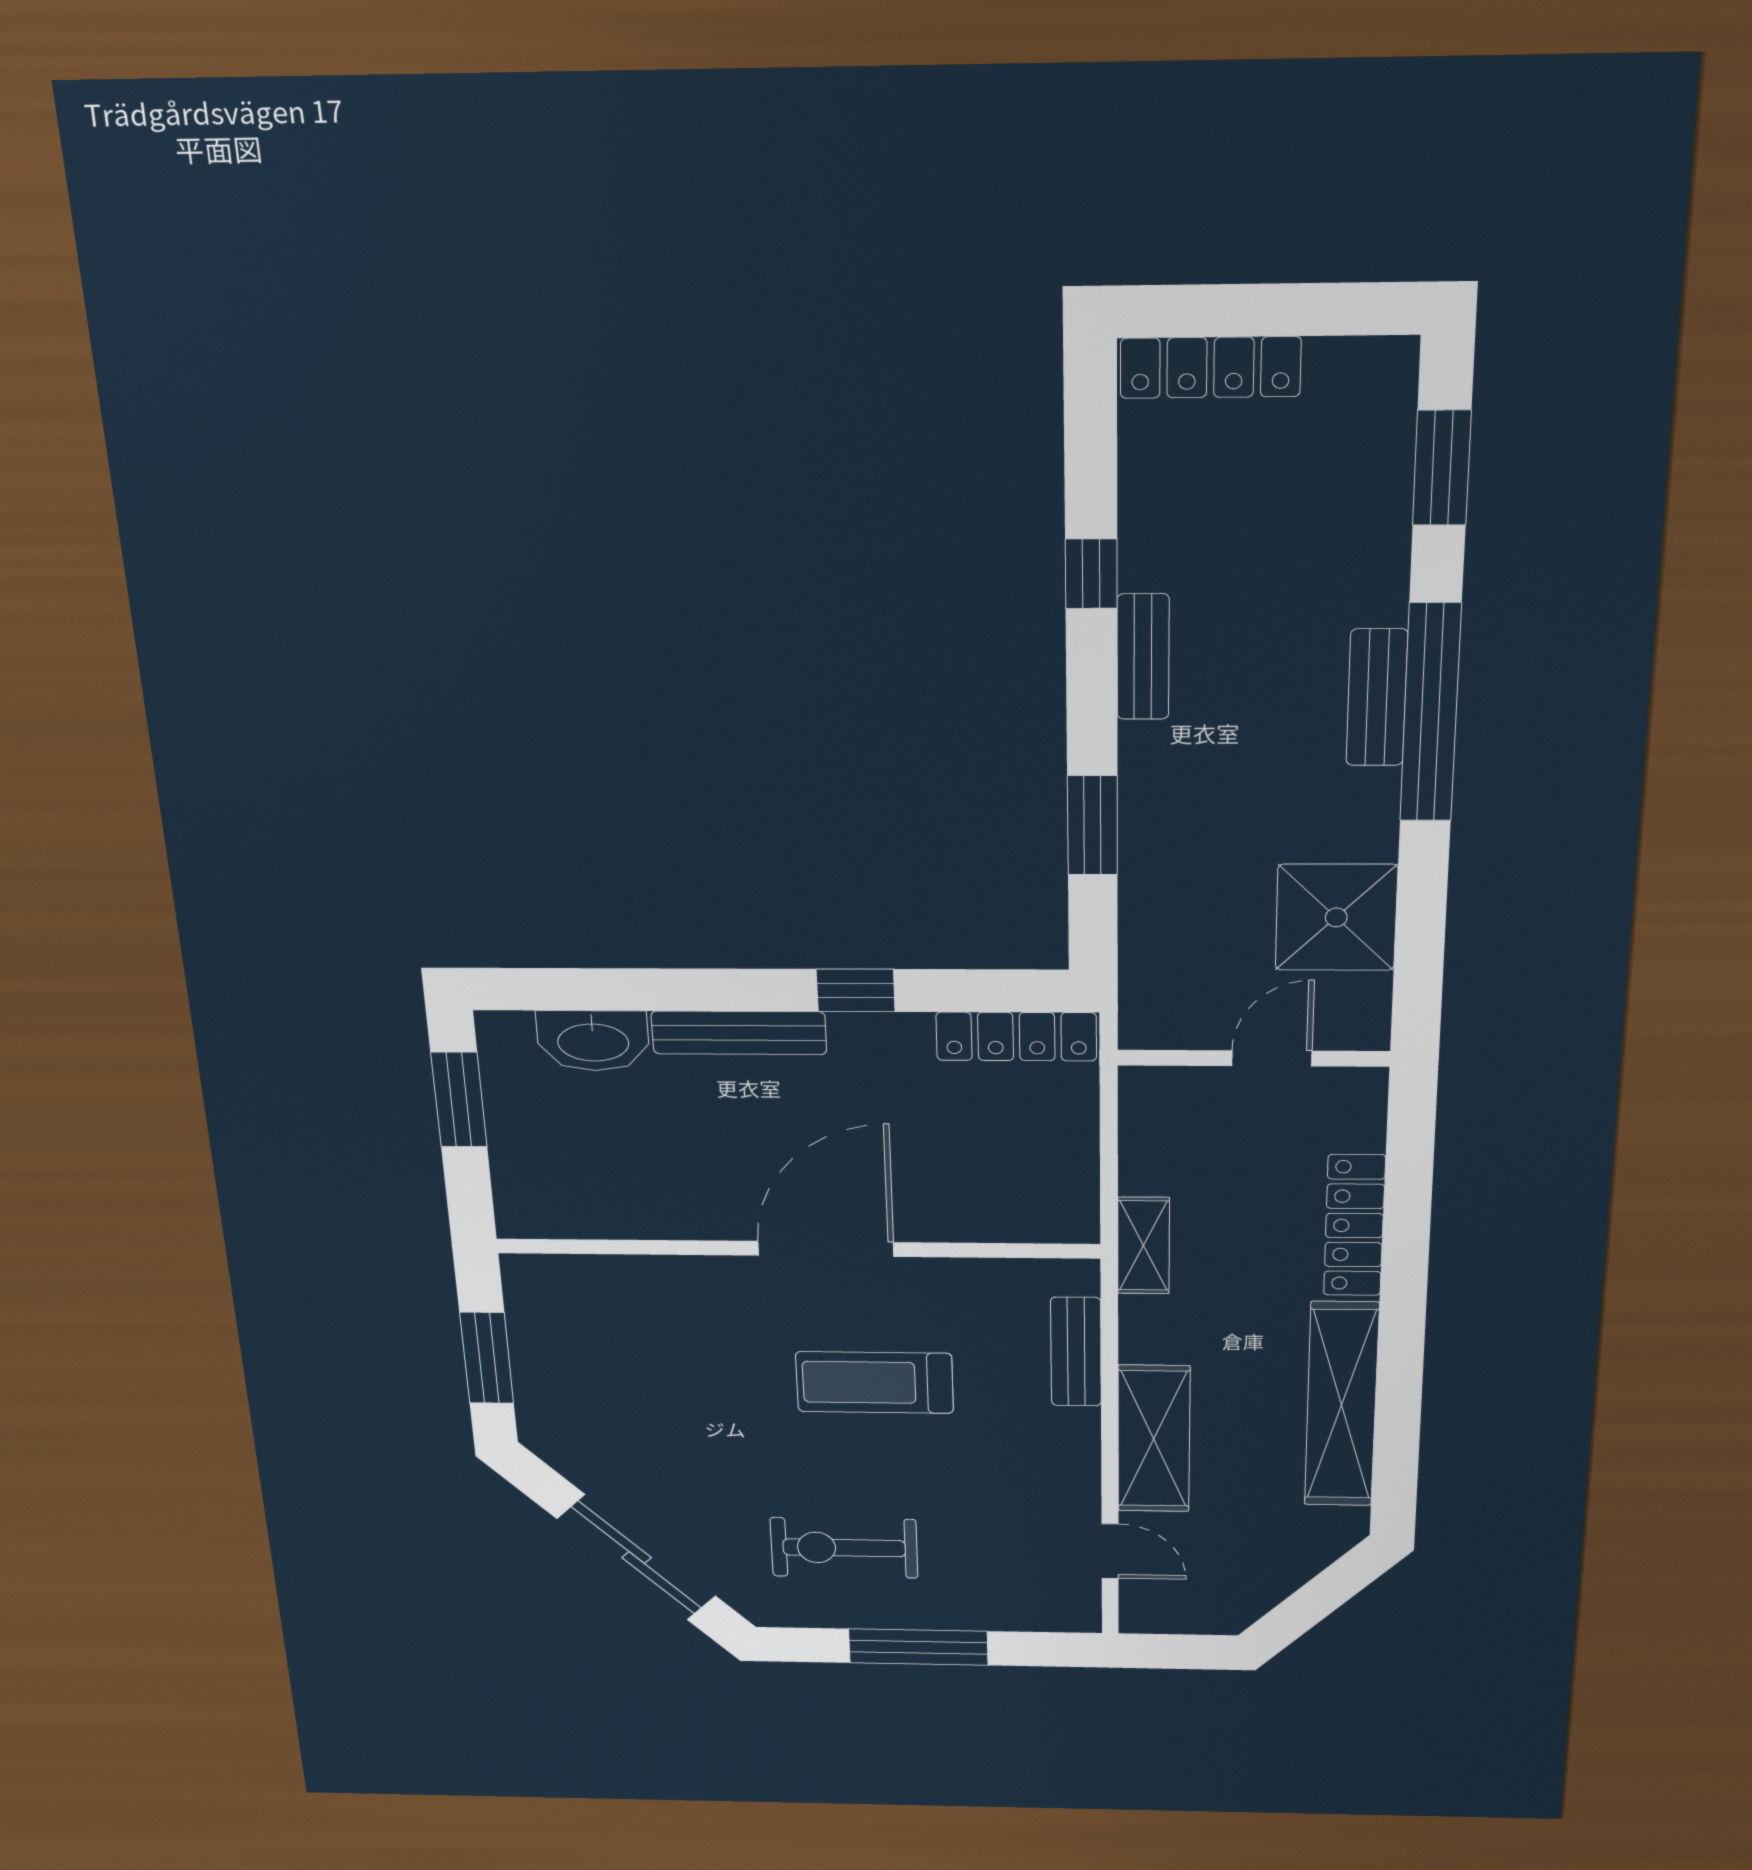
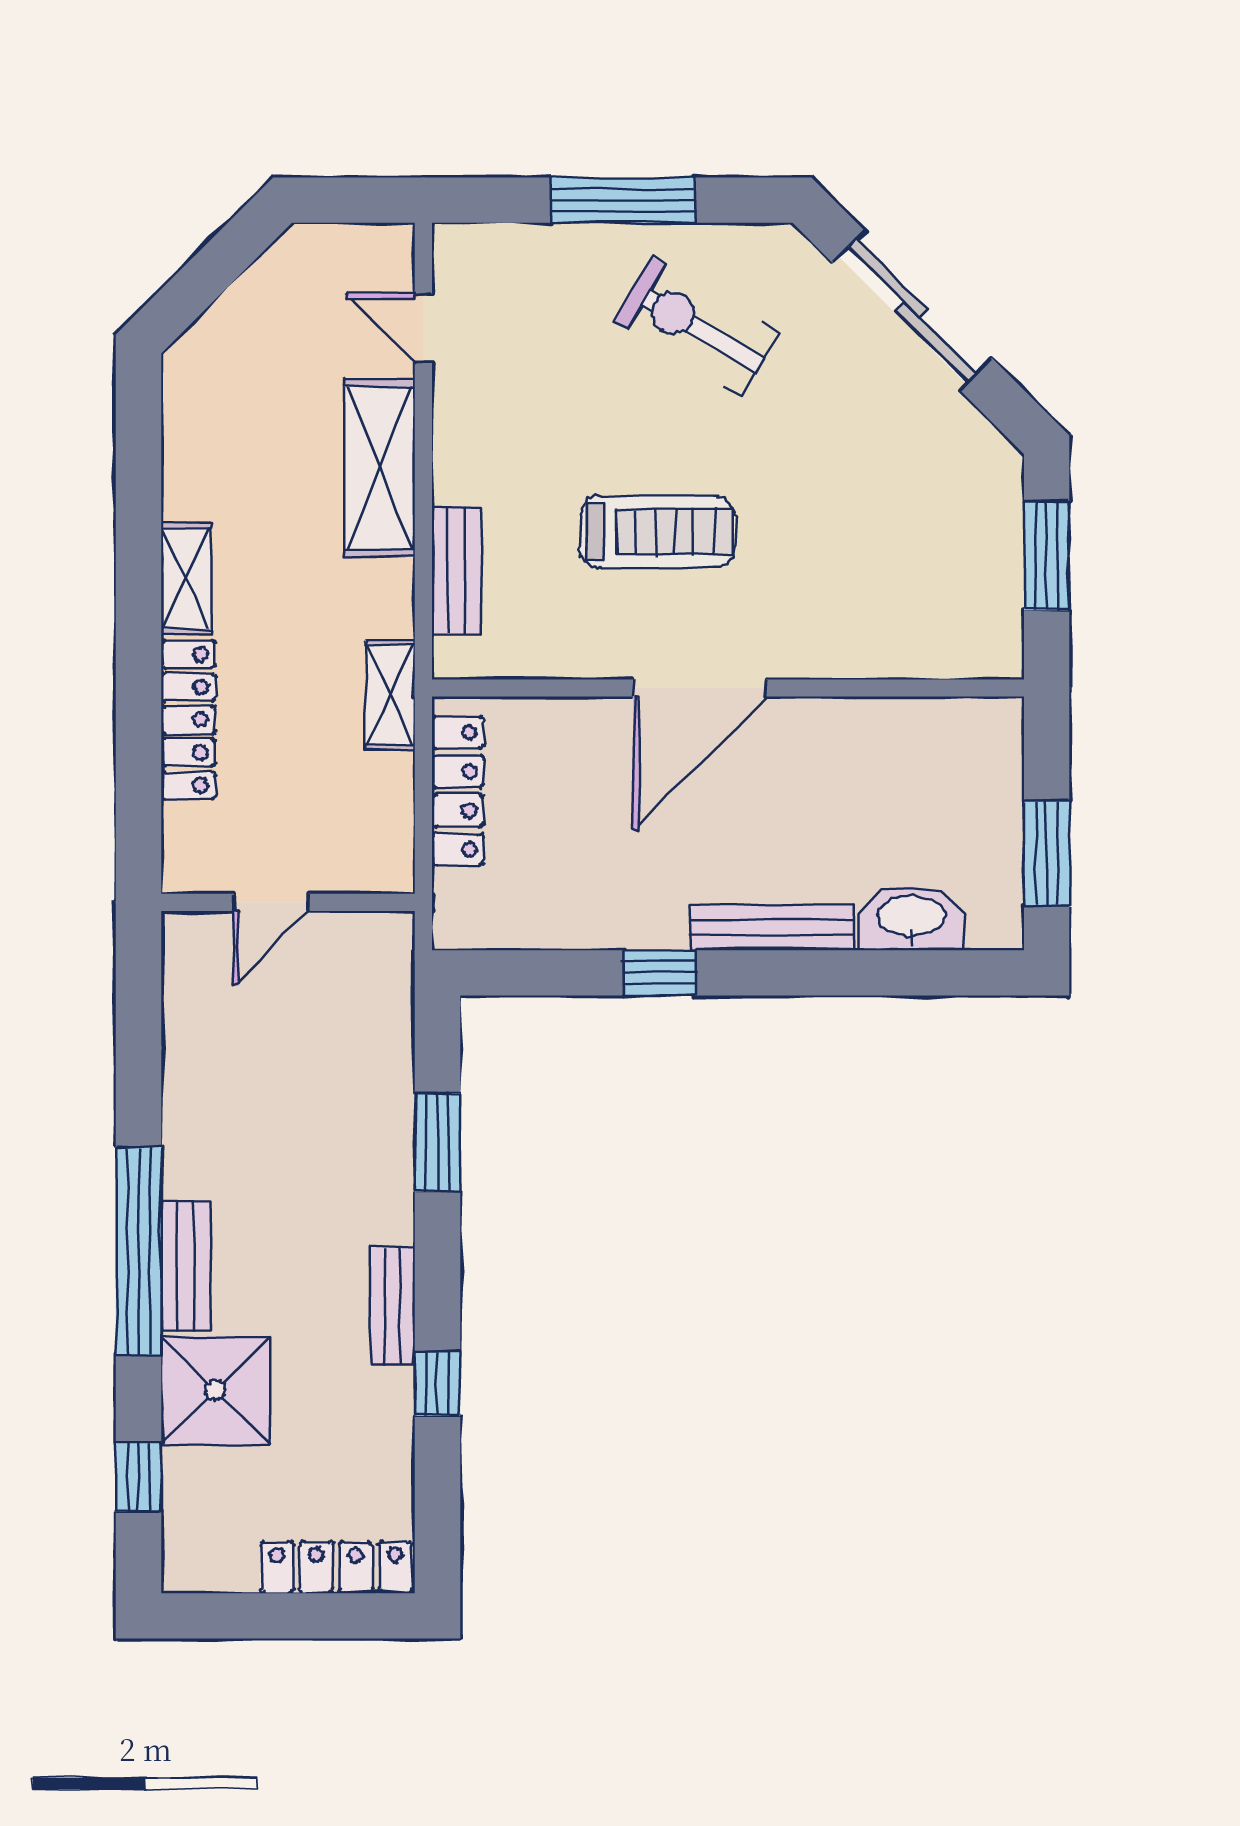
window: (1442, 468) -> (139, 1477), width x0.67
shower: (1336, 917) -> (215, 1390), moved
locker: (1016, 1037) -> (458, 791), moved, turned 90
shelving: (1341, 1405) -> (186, 578), width x0.45, depth x0.75
exercise bike: (844, 1548) -> (696, 327), turned -149

